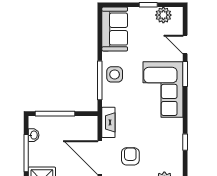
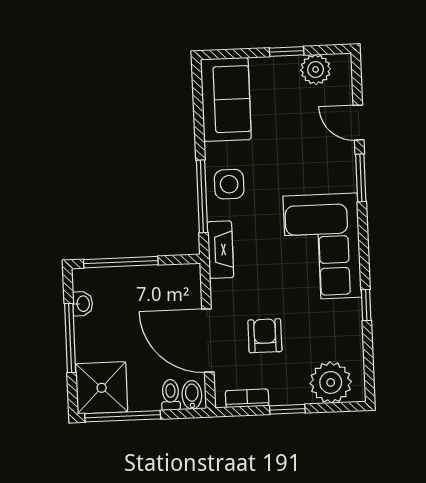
corner sofa: (163, 90) -> (322, 247), moved
fireplace: (108, 122) -> (220, 250), moved

